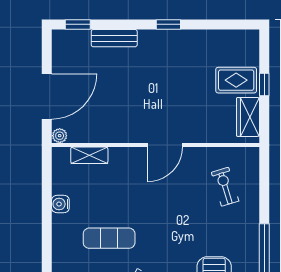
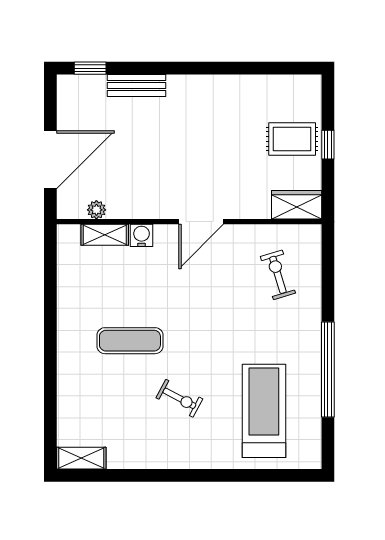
window: (168, 24) -> (206, 68), removed
wardrobe: (248, 117) -> (297, 205), moved, turned 90
plant: (60, 136) -> (96, 210), moved
water cooler: (60, 204) -> (142, 235), moved, turned 90

